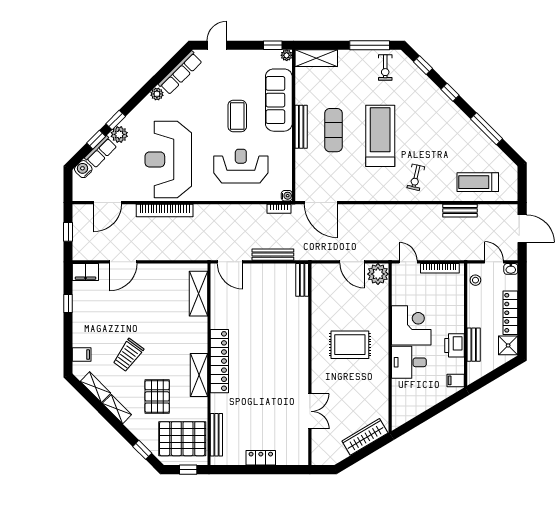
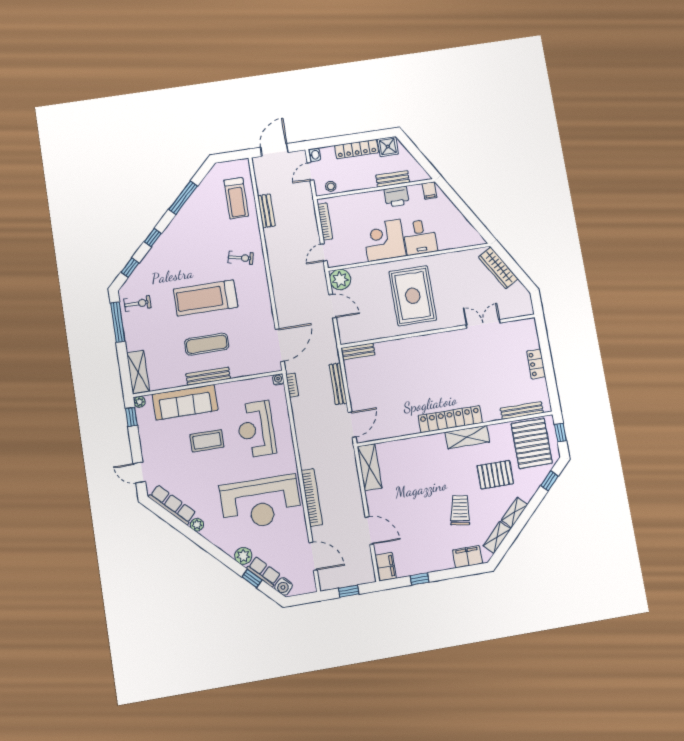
window: (116, 120) -> (229, 562), removed
door: (352, 262) -> (333, 306), hinge flipped
shelving: (198, 294) -> (370, 467), moved, turned 90
rug: (350, 345) -> (413, 296), width x1.37, depth x1.44
filing cabinet: (82, 355) -> (467, 557), width x2.00
trolley: (128, 355) -> (460, 510), turned -117

